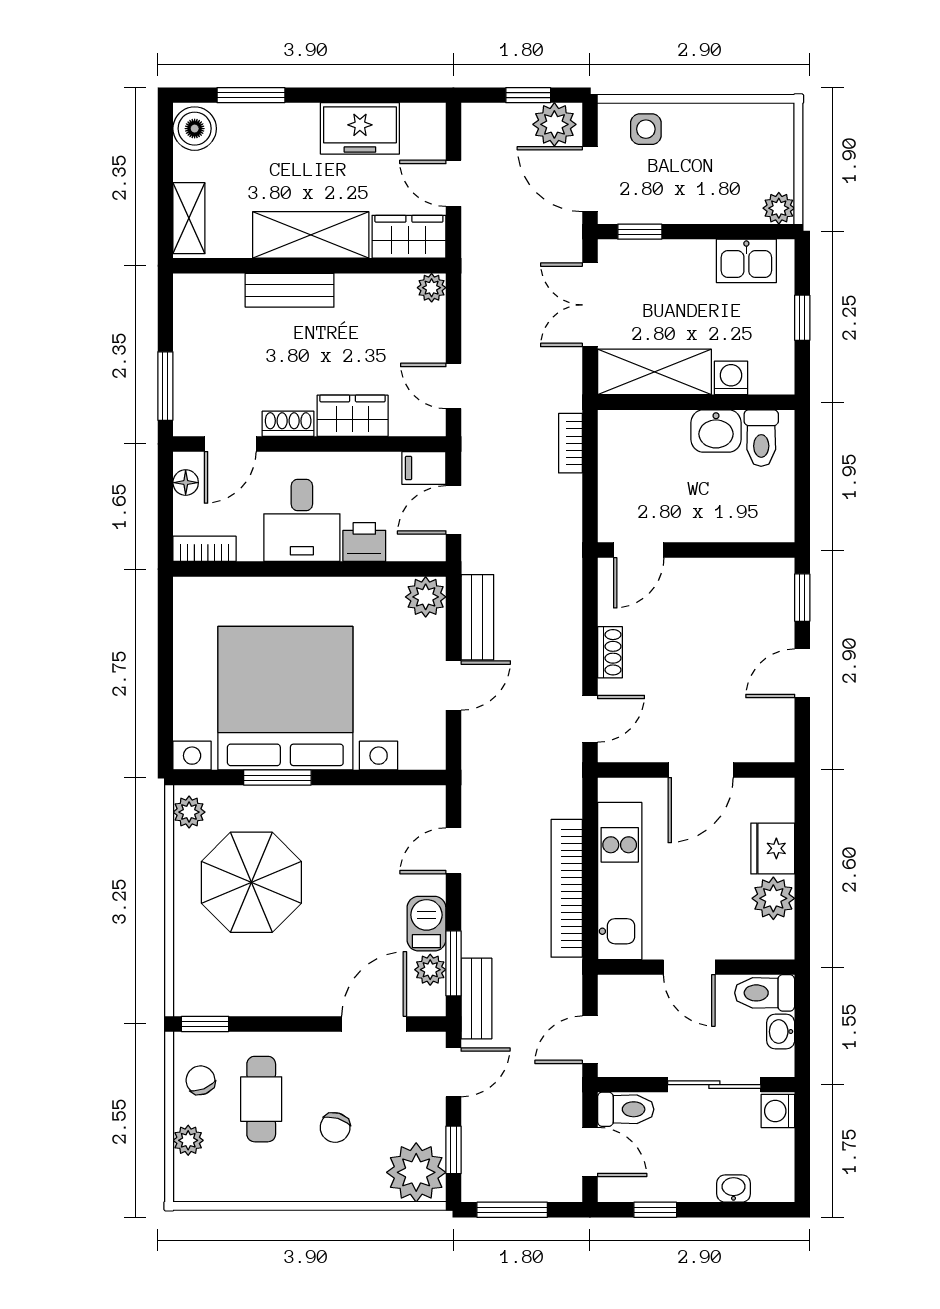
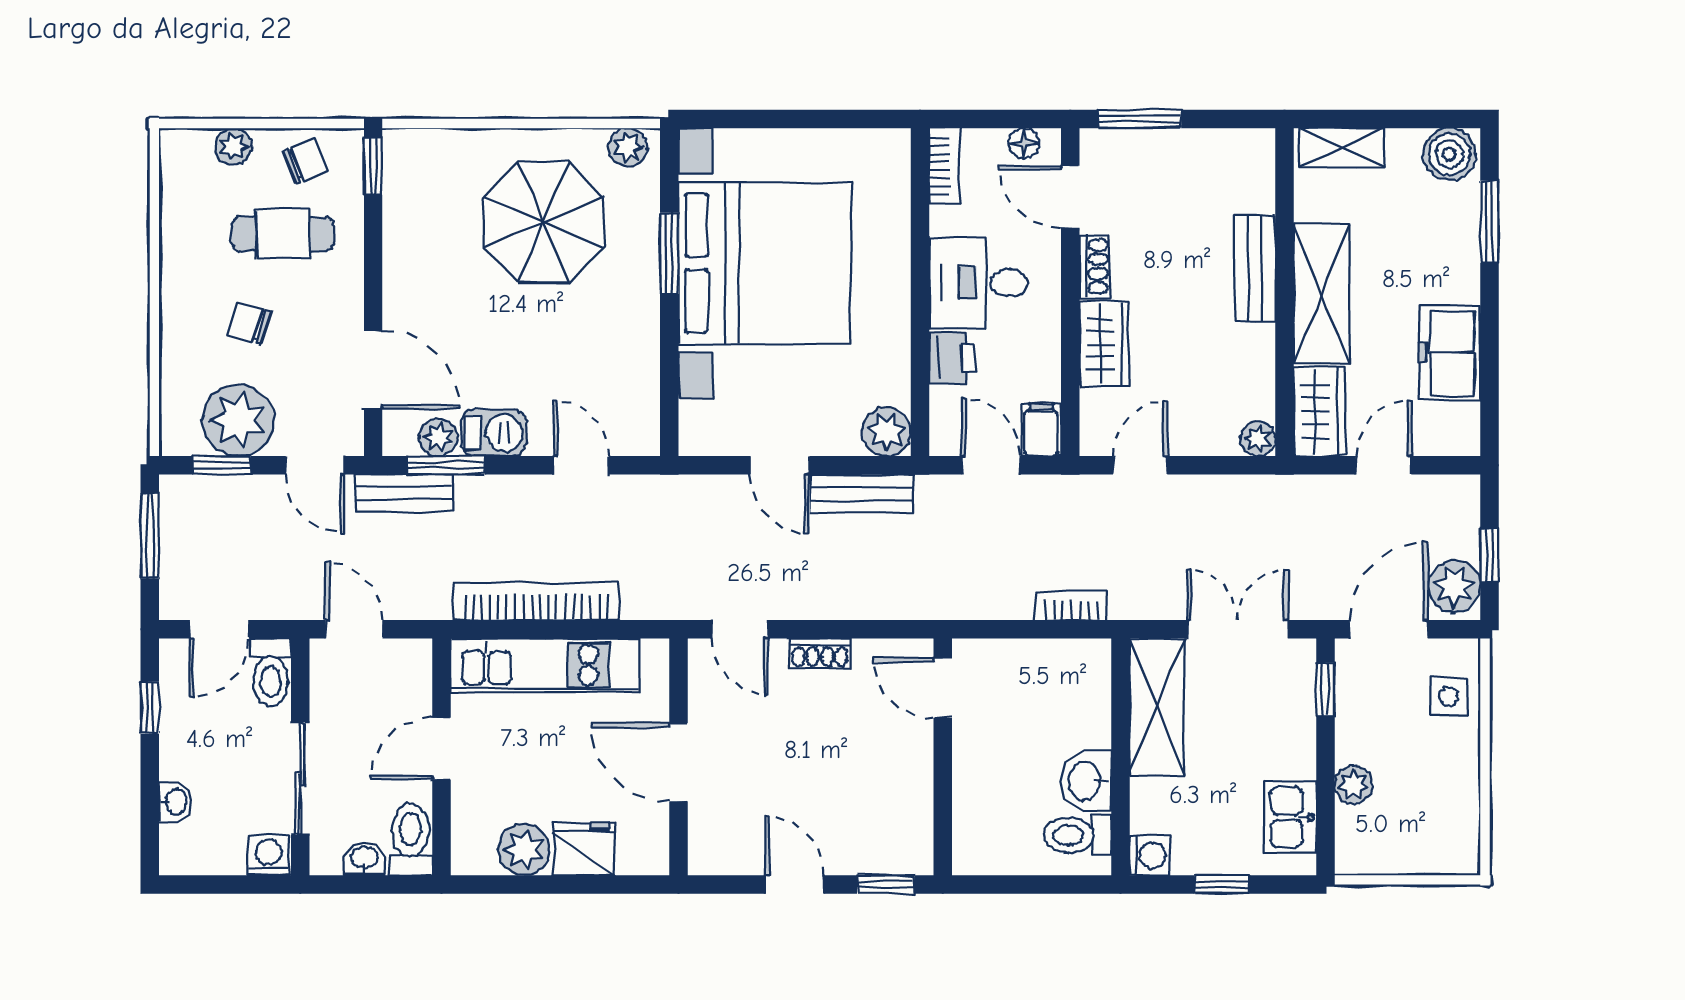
plant: (779, 208) -> (1354, 785), moved
washing machine: (731, 378) -> (1150, 855), moved
plant: (416, 1172) -> (238, 420), moved

